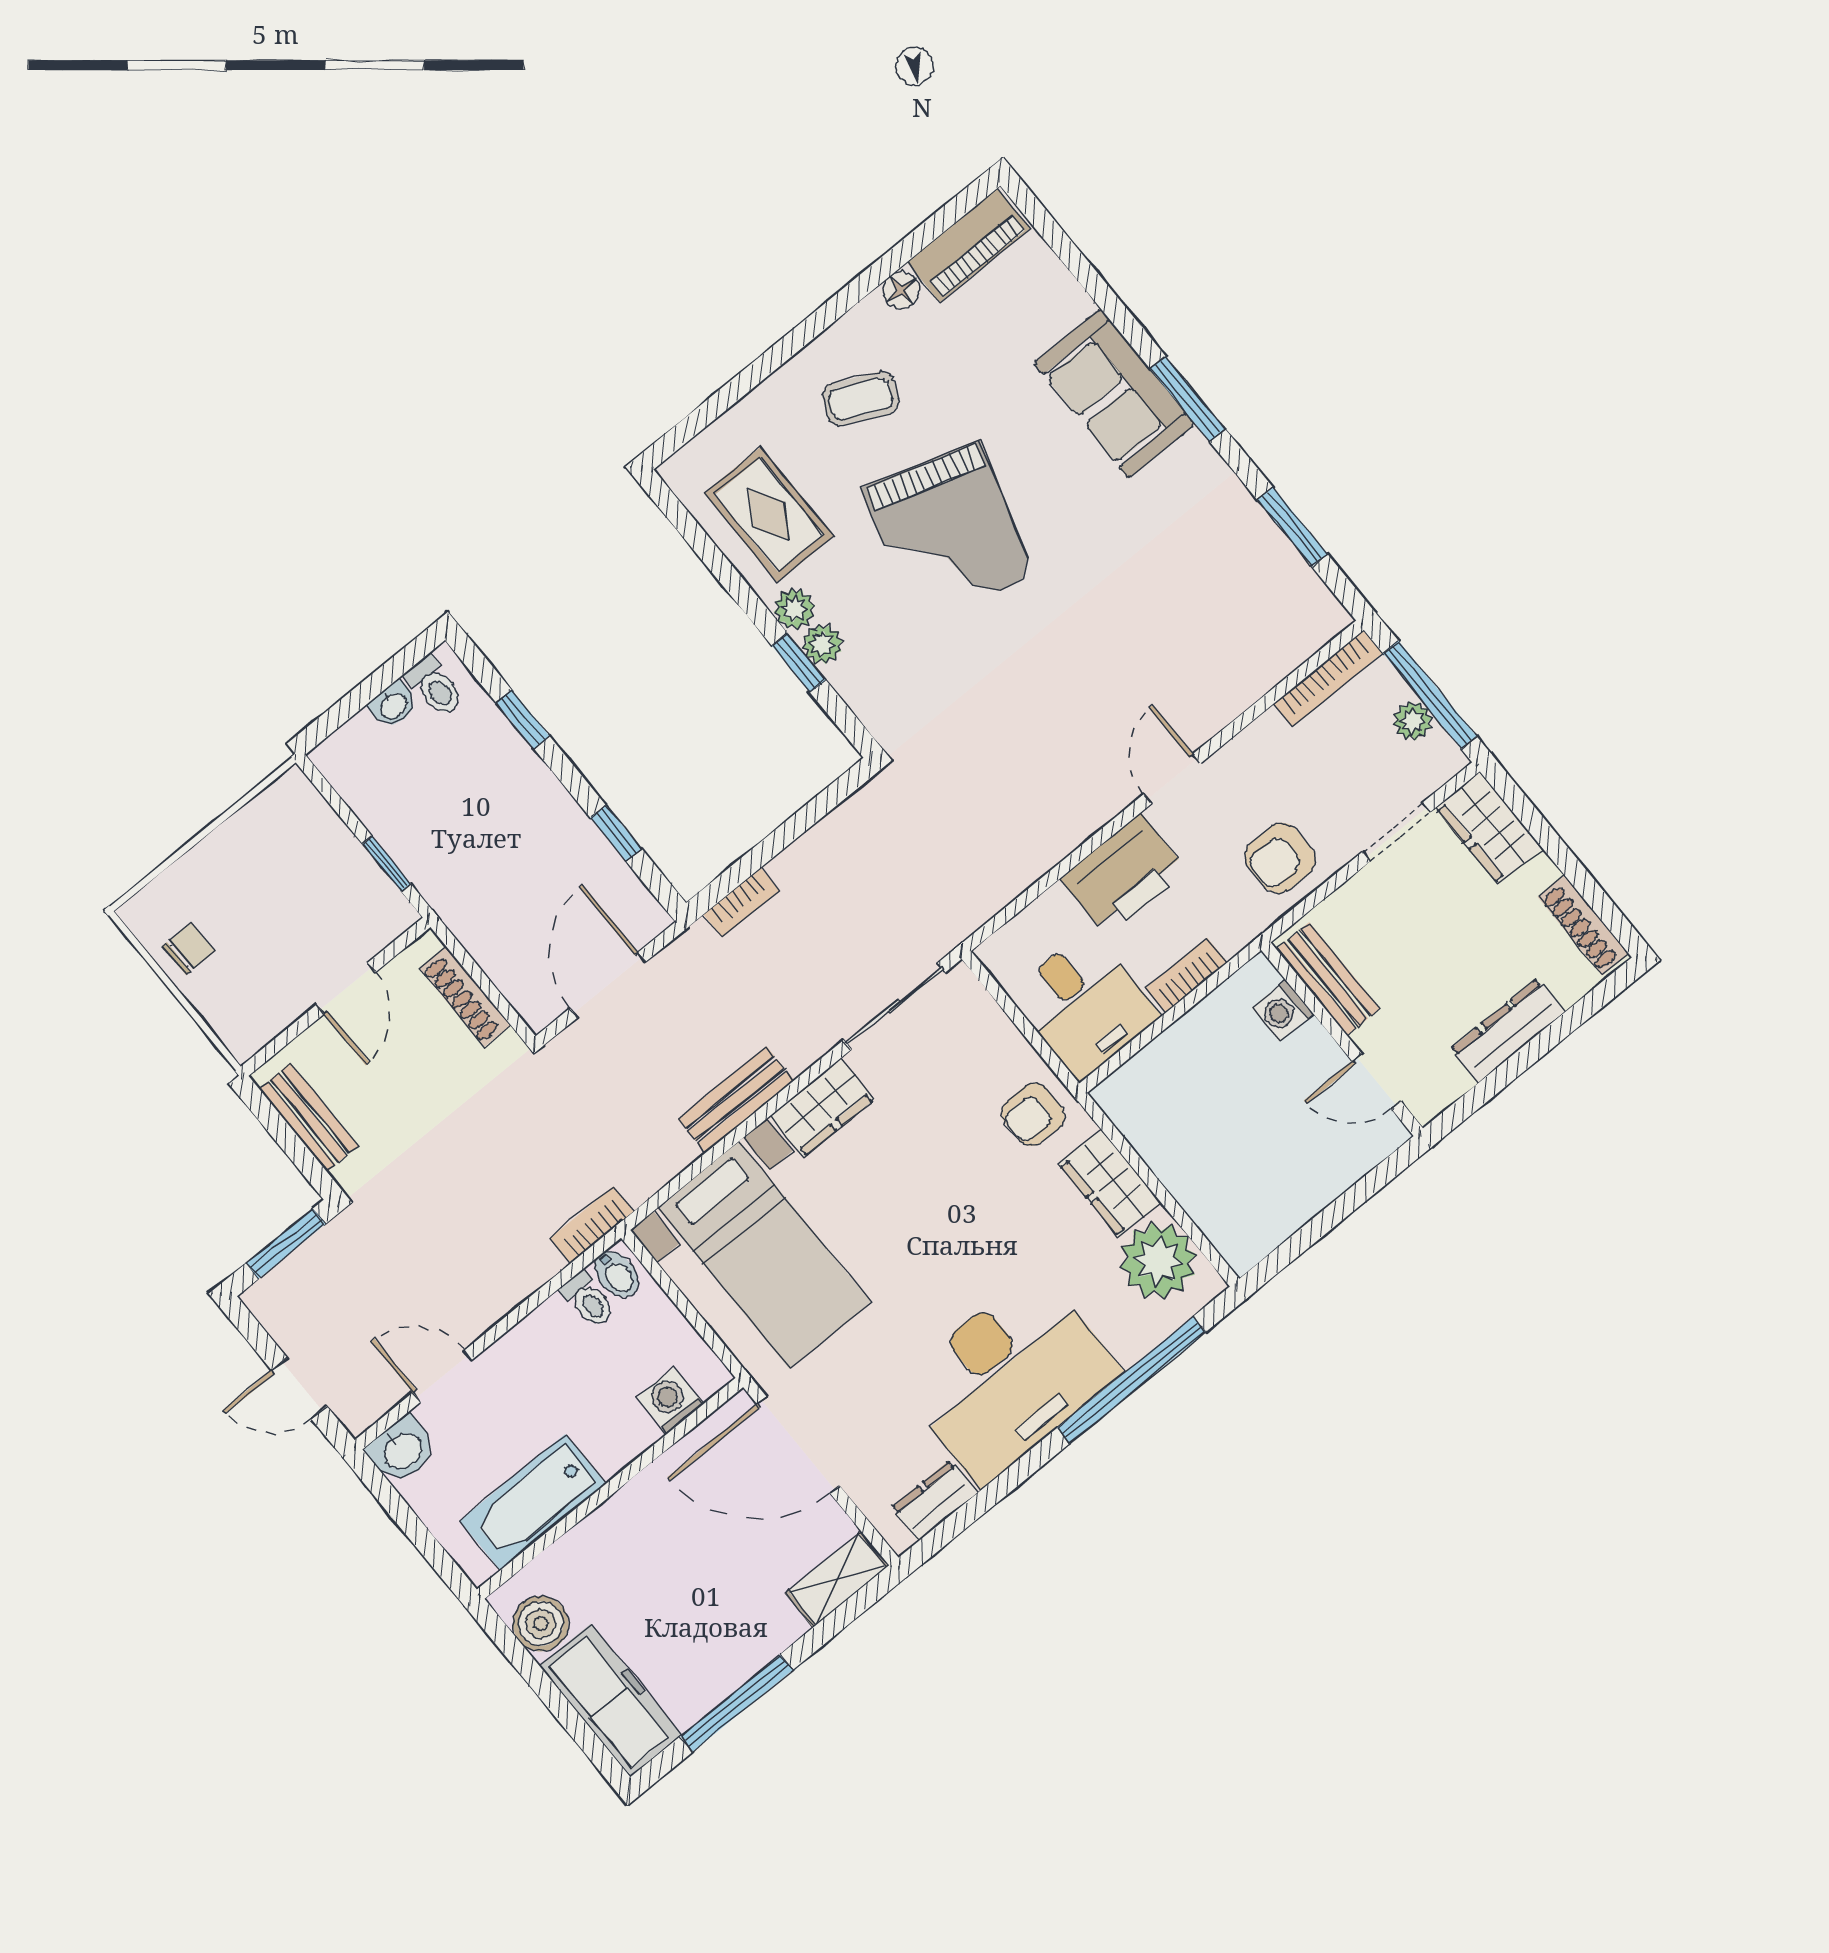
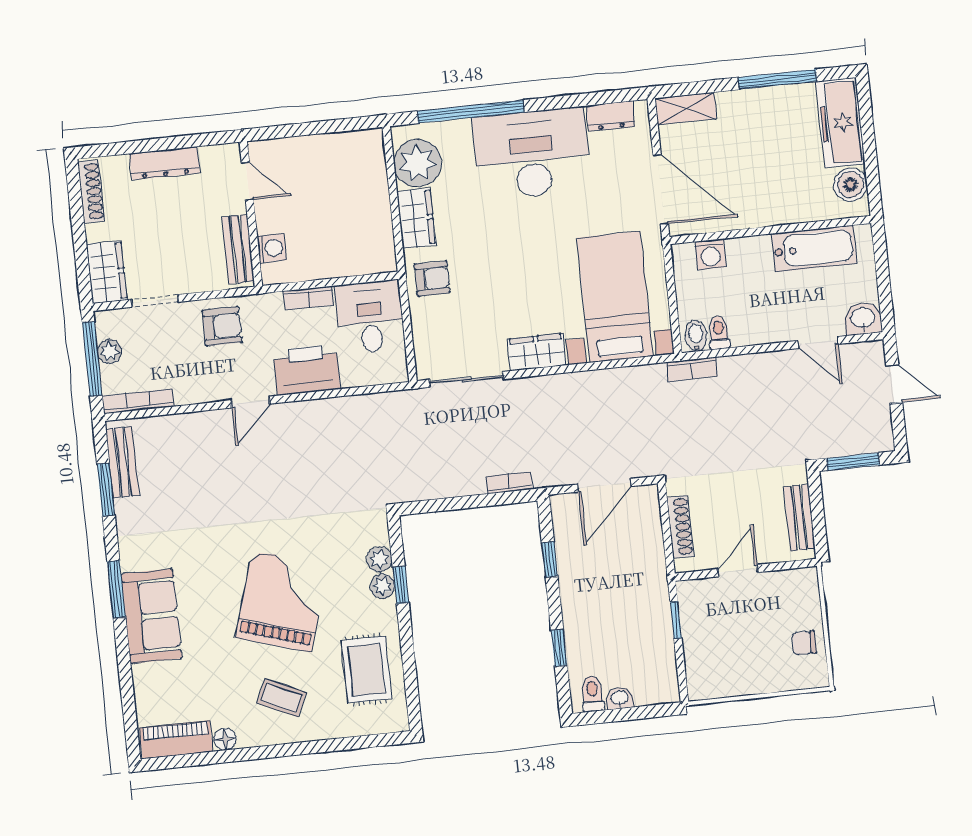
plant: (794, 609) -> (379, 559), moved
bench: (736, 1100) -> (122, 462), moved, turned 90

